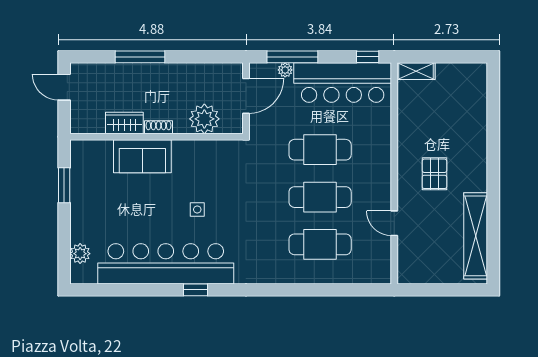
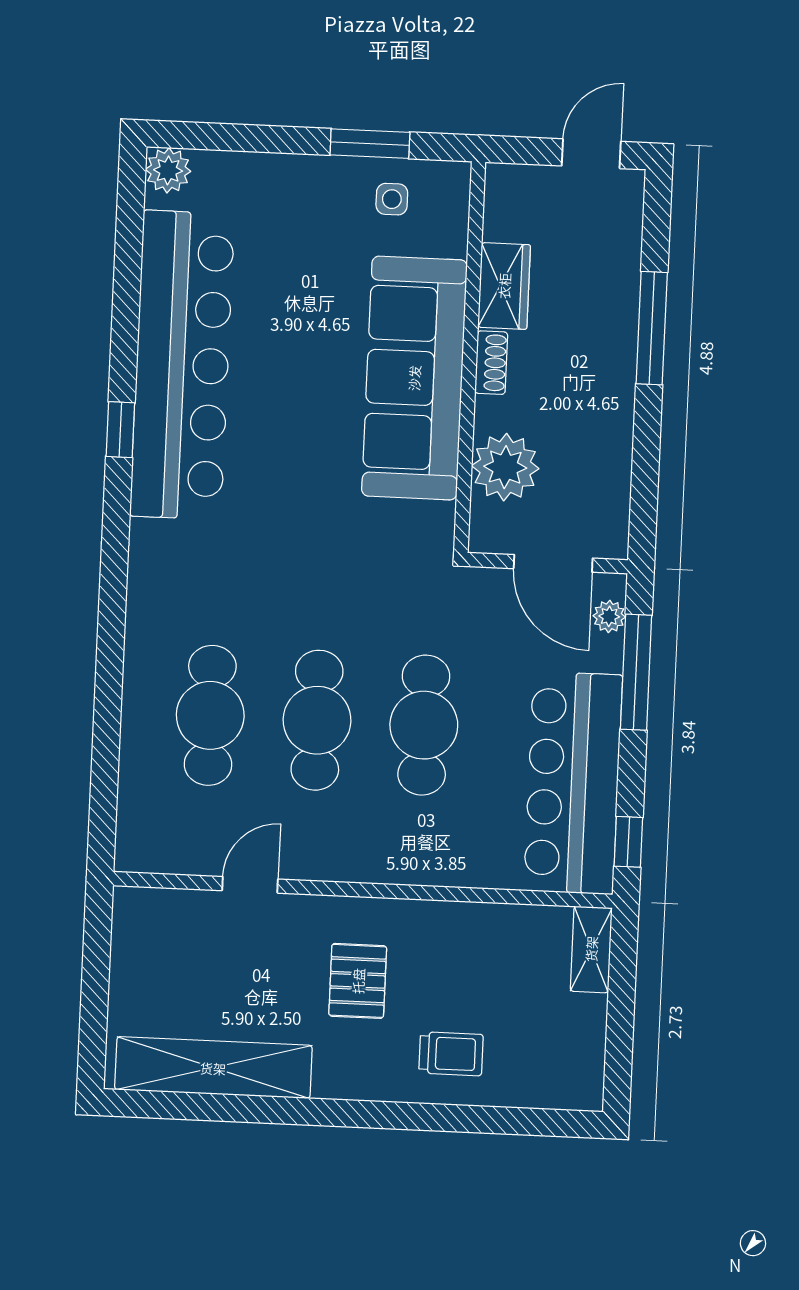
plant: (285, 70) -> (609, 616), moved
trolley: (465, 131) -> (451, 1054), added
sofa: (142, 156) -> (414, 378), width x1.85, depth x1.27
pallet: (434, 174) -> (358, 981), turned 90
side table: (197, 210) -> (392, 199), moved
plant: (80, 254) -> (168, 170), moved

